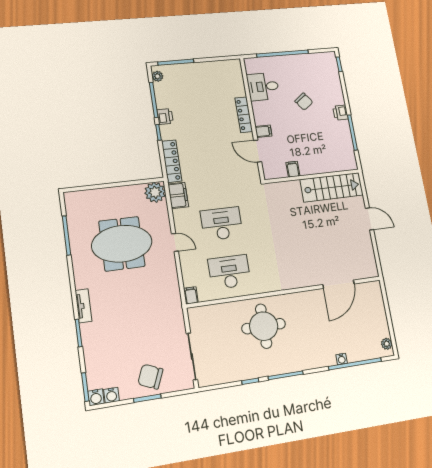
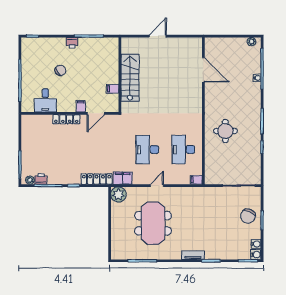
printer: (165, 116) -> (41, 179), moved
stairs: (332, 187) -> (130, 78), moved
round table: (264, 326) -> (225, 131), width x0.73, depth x0.73

